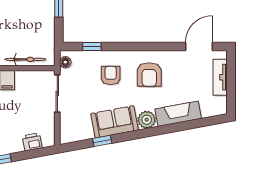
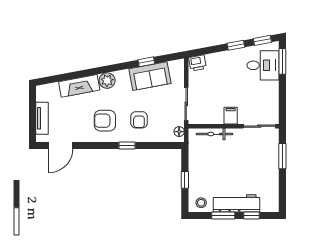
window: (92, 46) -> (127, 145), moved
armchair: (149, 74) -> (105, 121), turned -90
sofa: (115, 122) -> (150, 76), moved
printer: (32, 142) -> (197, 63), moved

